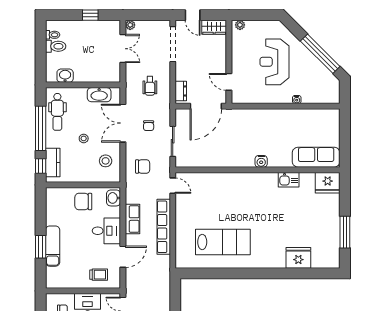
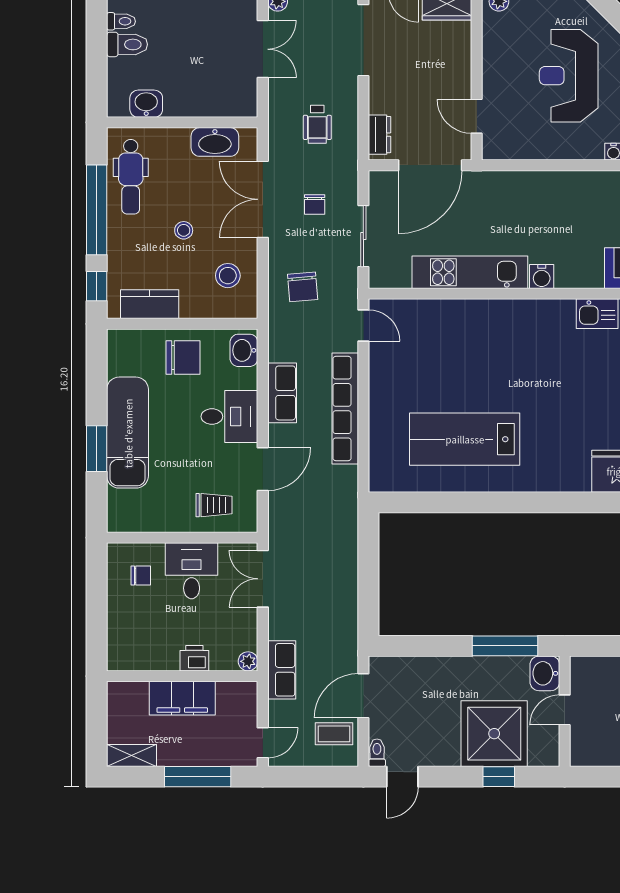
kitchen unit: (226, 159) -> (470, 272), added
kitchen counter: (53, 162) -> (150, 304), moved, turned -90
chair: (143, 166) -> (303, 287), turned 85
chair: (83, 202) -> (183, 358), turned 180
lab bench: (223, 242) -> (465, 439), turned 180
exam couch: (53, 246) -> (128, 433), width x1.36, depth x1.45

